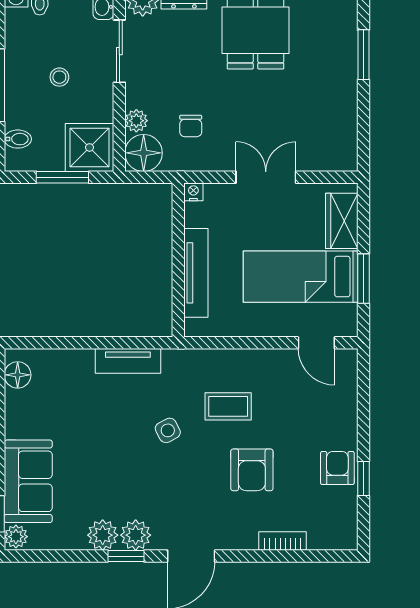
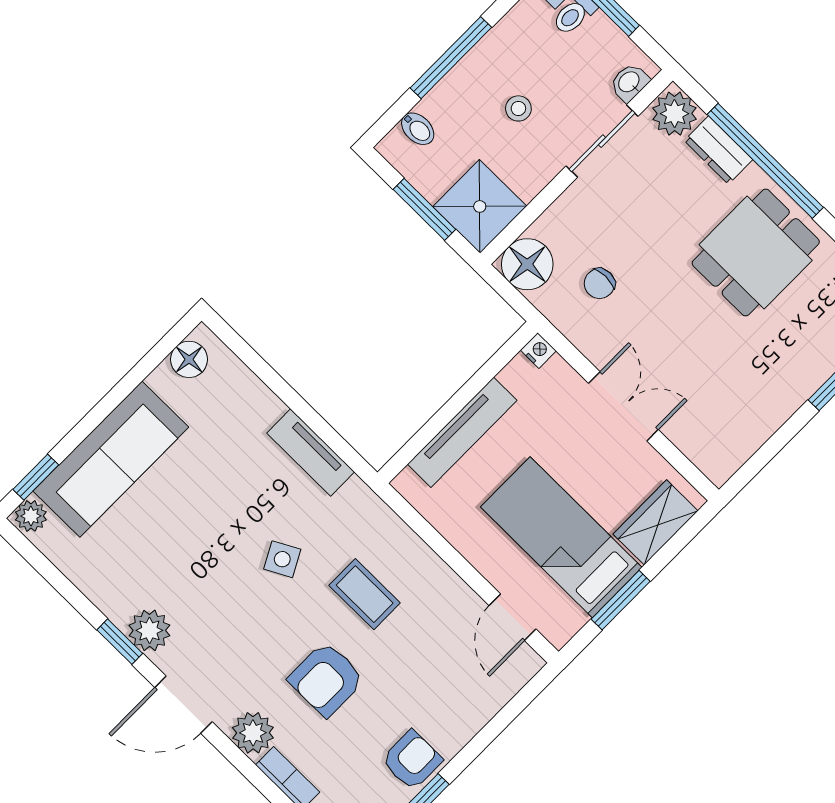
plant: (136, 121) -> (551, 226), removed
sofa: (28, 481) -> (111, 459), width x1.36
plant: (103, 535) -> (253, 733), moved

